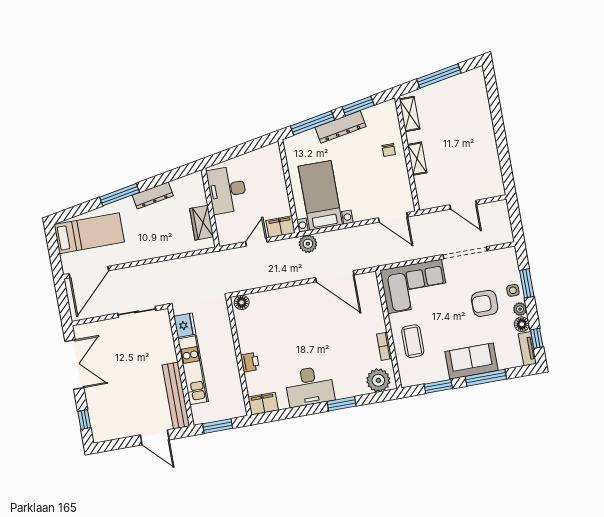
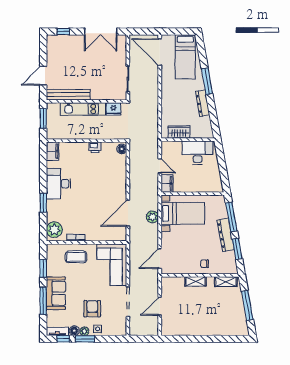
plant: (308, 244) -> (152, 217), moved
window: (527, 283) -> (85, 339), moved
printer: (250, 362) -> (95, 147), moved

